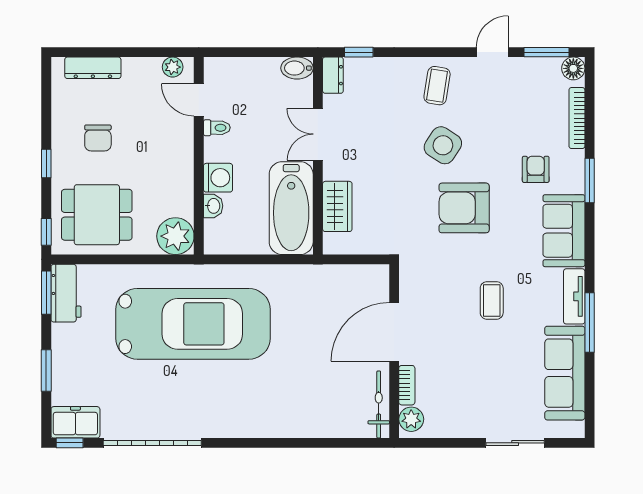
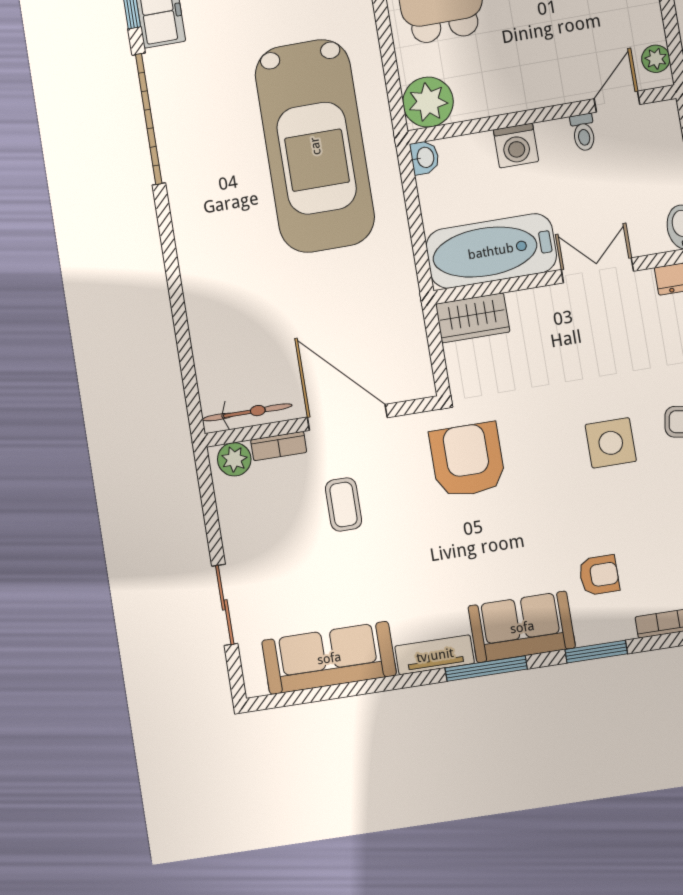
side table: (443, 145) -> (611, 443), turned -33
washbasin: (213, 206) -> (425, 158), moved, turned -90
wardrobe: (337, 206) -> (473, 318), moved
armchair: (464, 208) -> (467, 460), moved
coffee table: (492, 300) -> (343, 504), moved, turned 90
window: (590, 322) -> (486, 668), moved

